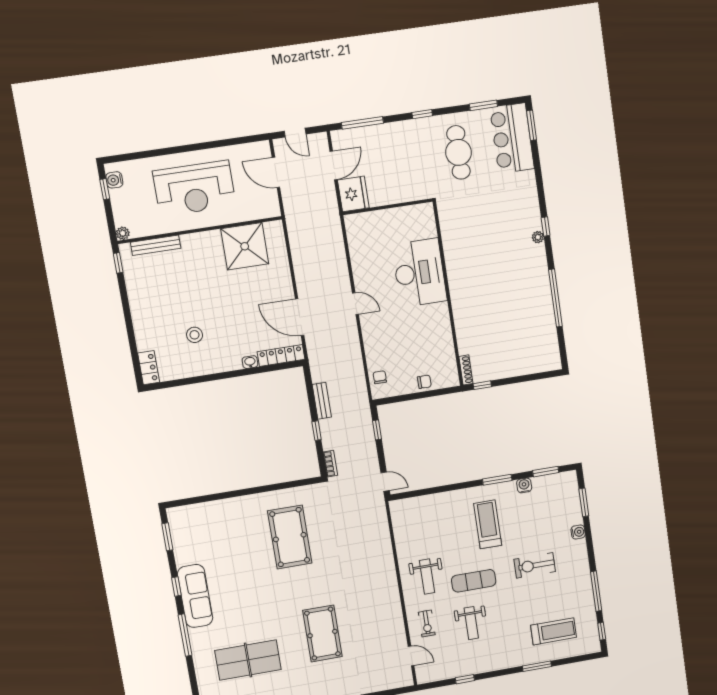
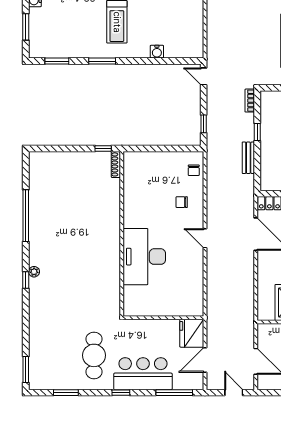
bar counter: (512, 138) -> (143, 374), moved, turned -90
chair: (424, 382) -> (182, 202), moved
water cooler: (524, 485) -> (157, 52), moved

